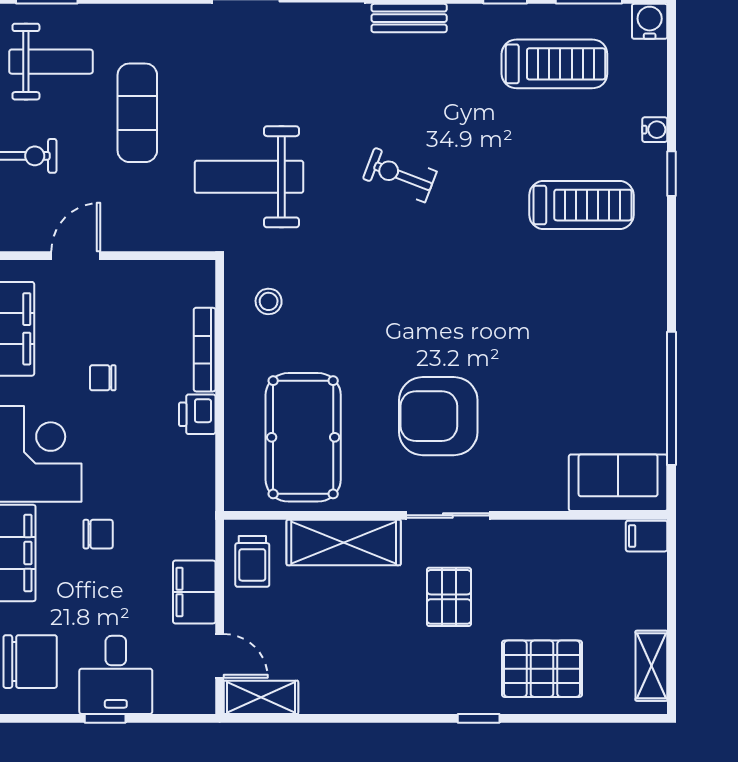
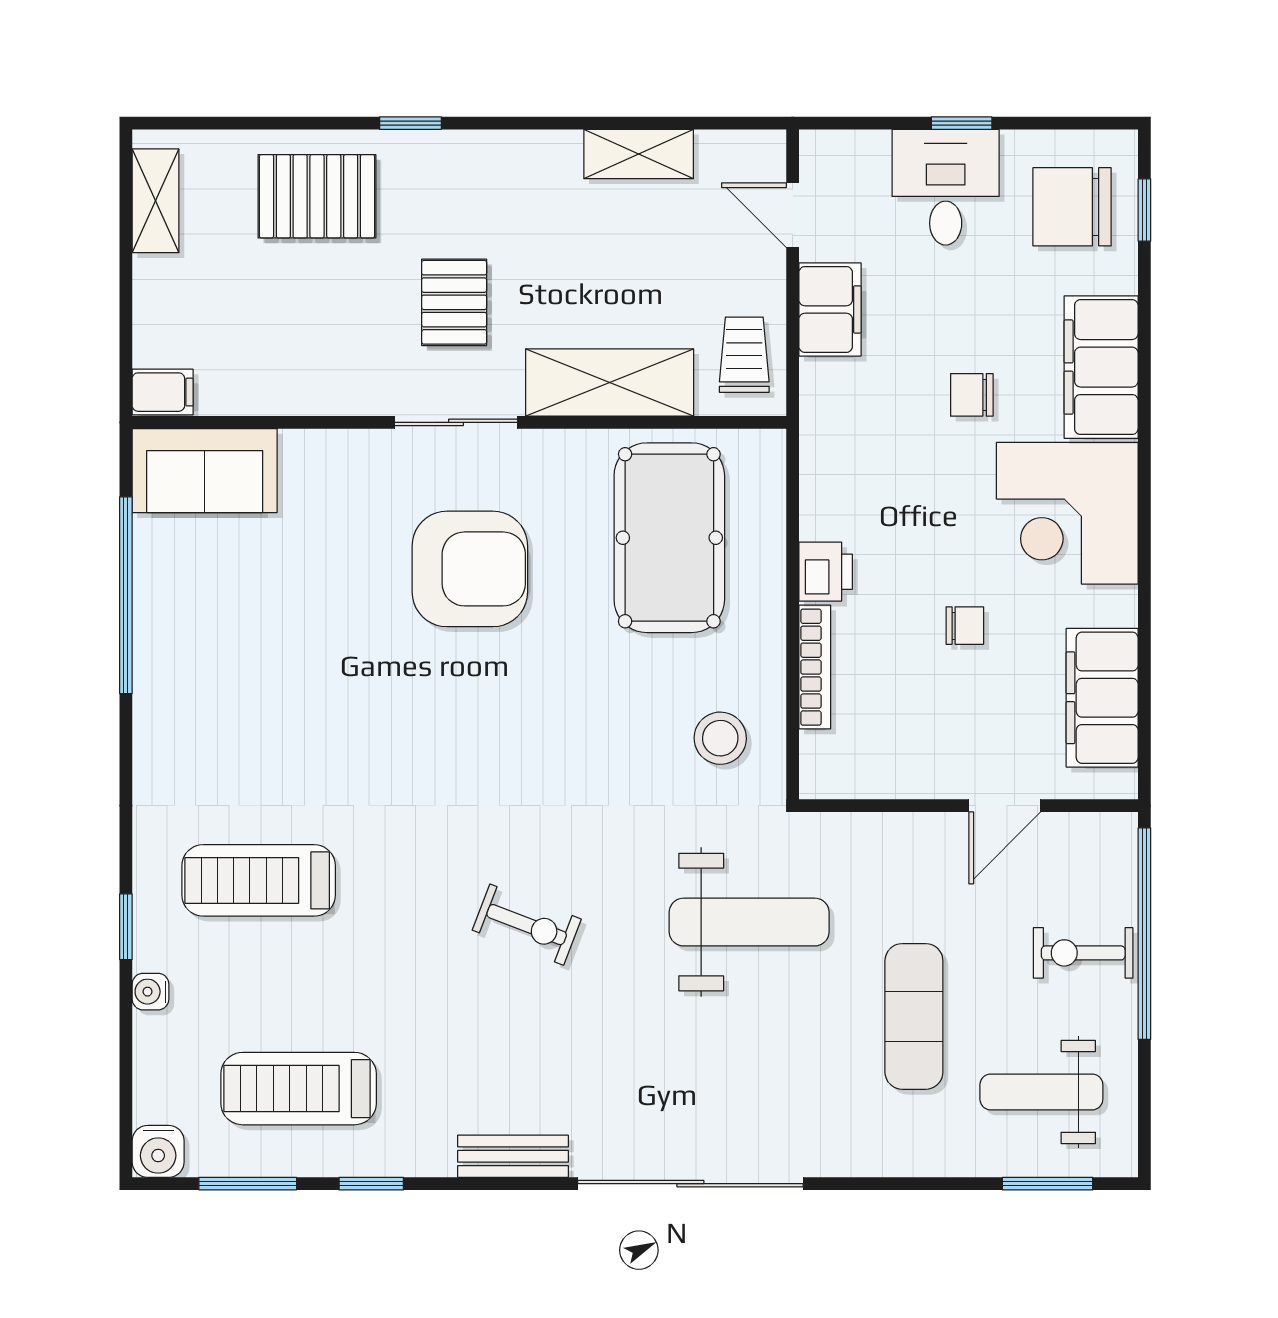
stool: (269, 301) -> (720, 738), width x1.37, depth x1.37
shelving: (261, 697) -> (639, 154), moved

